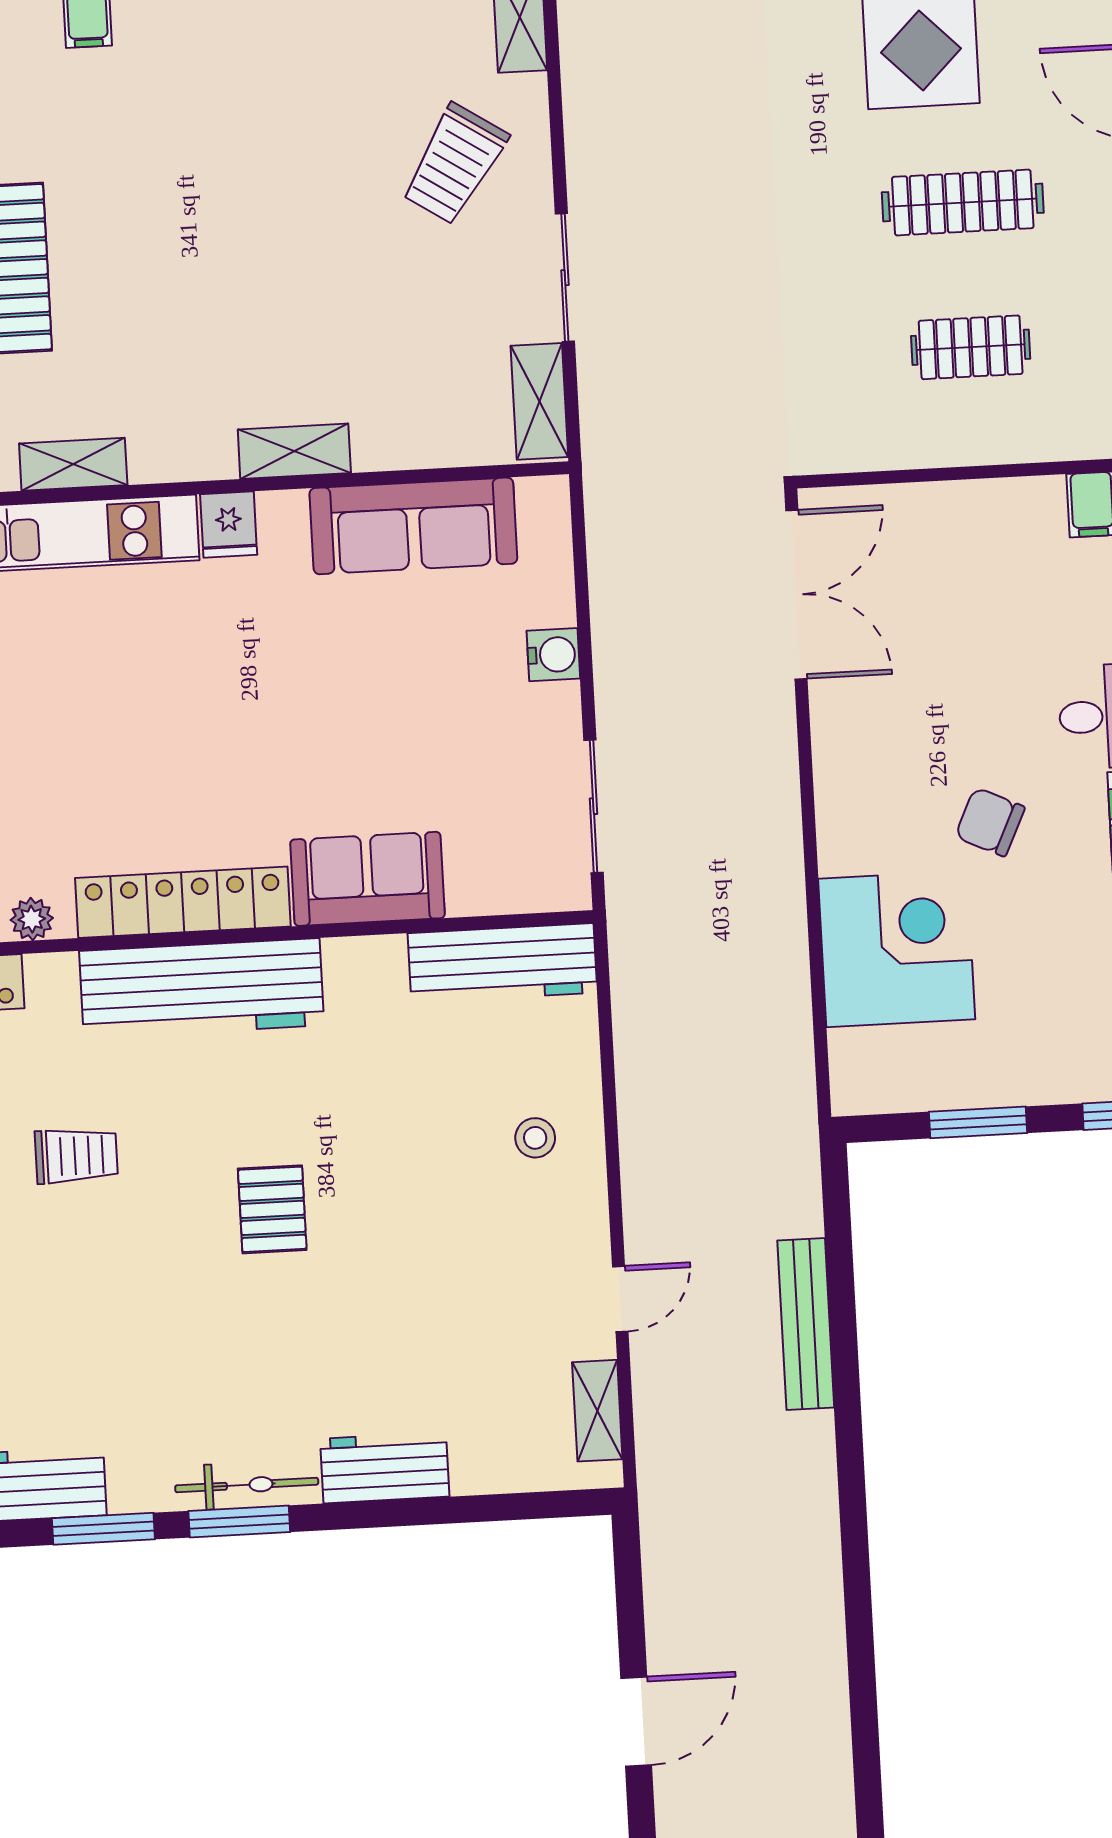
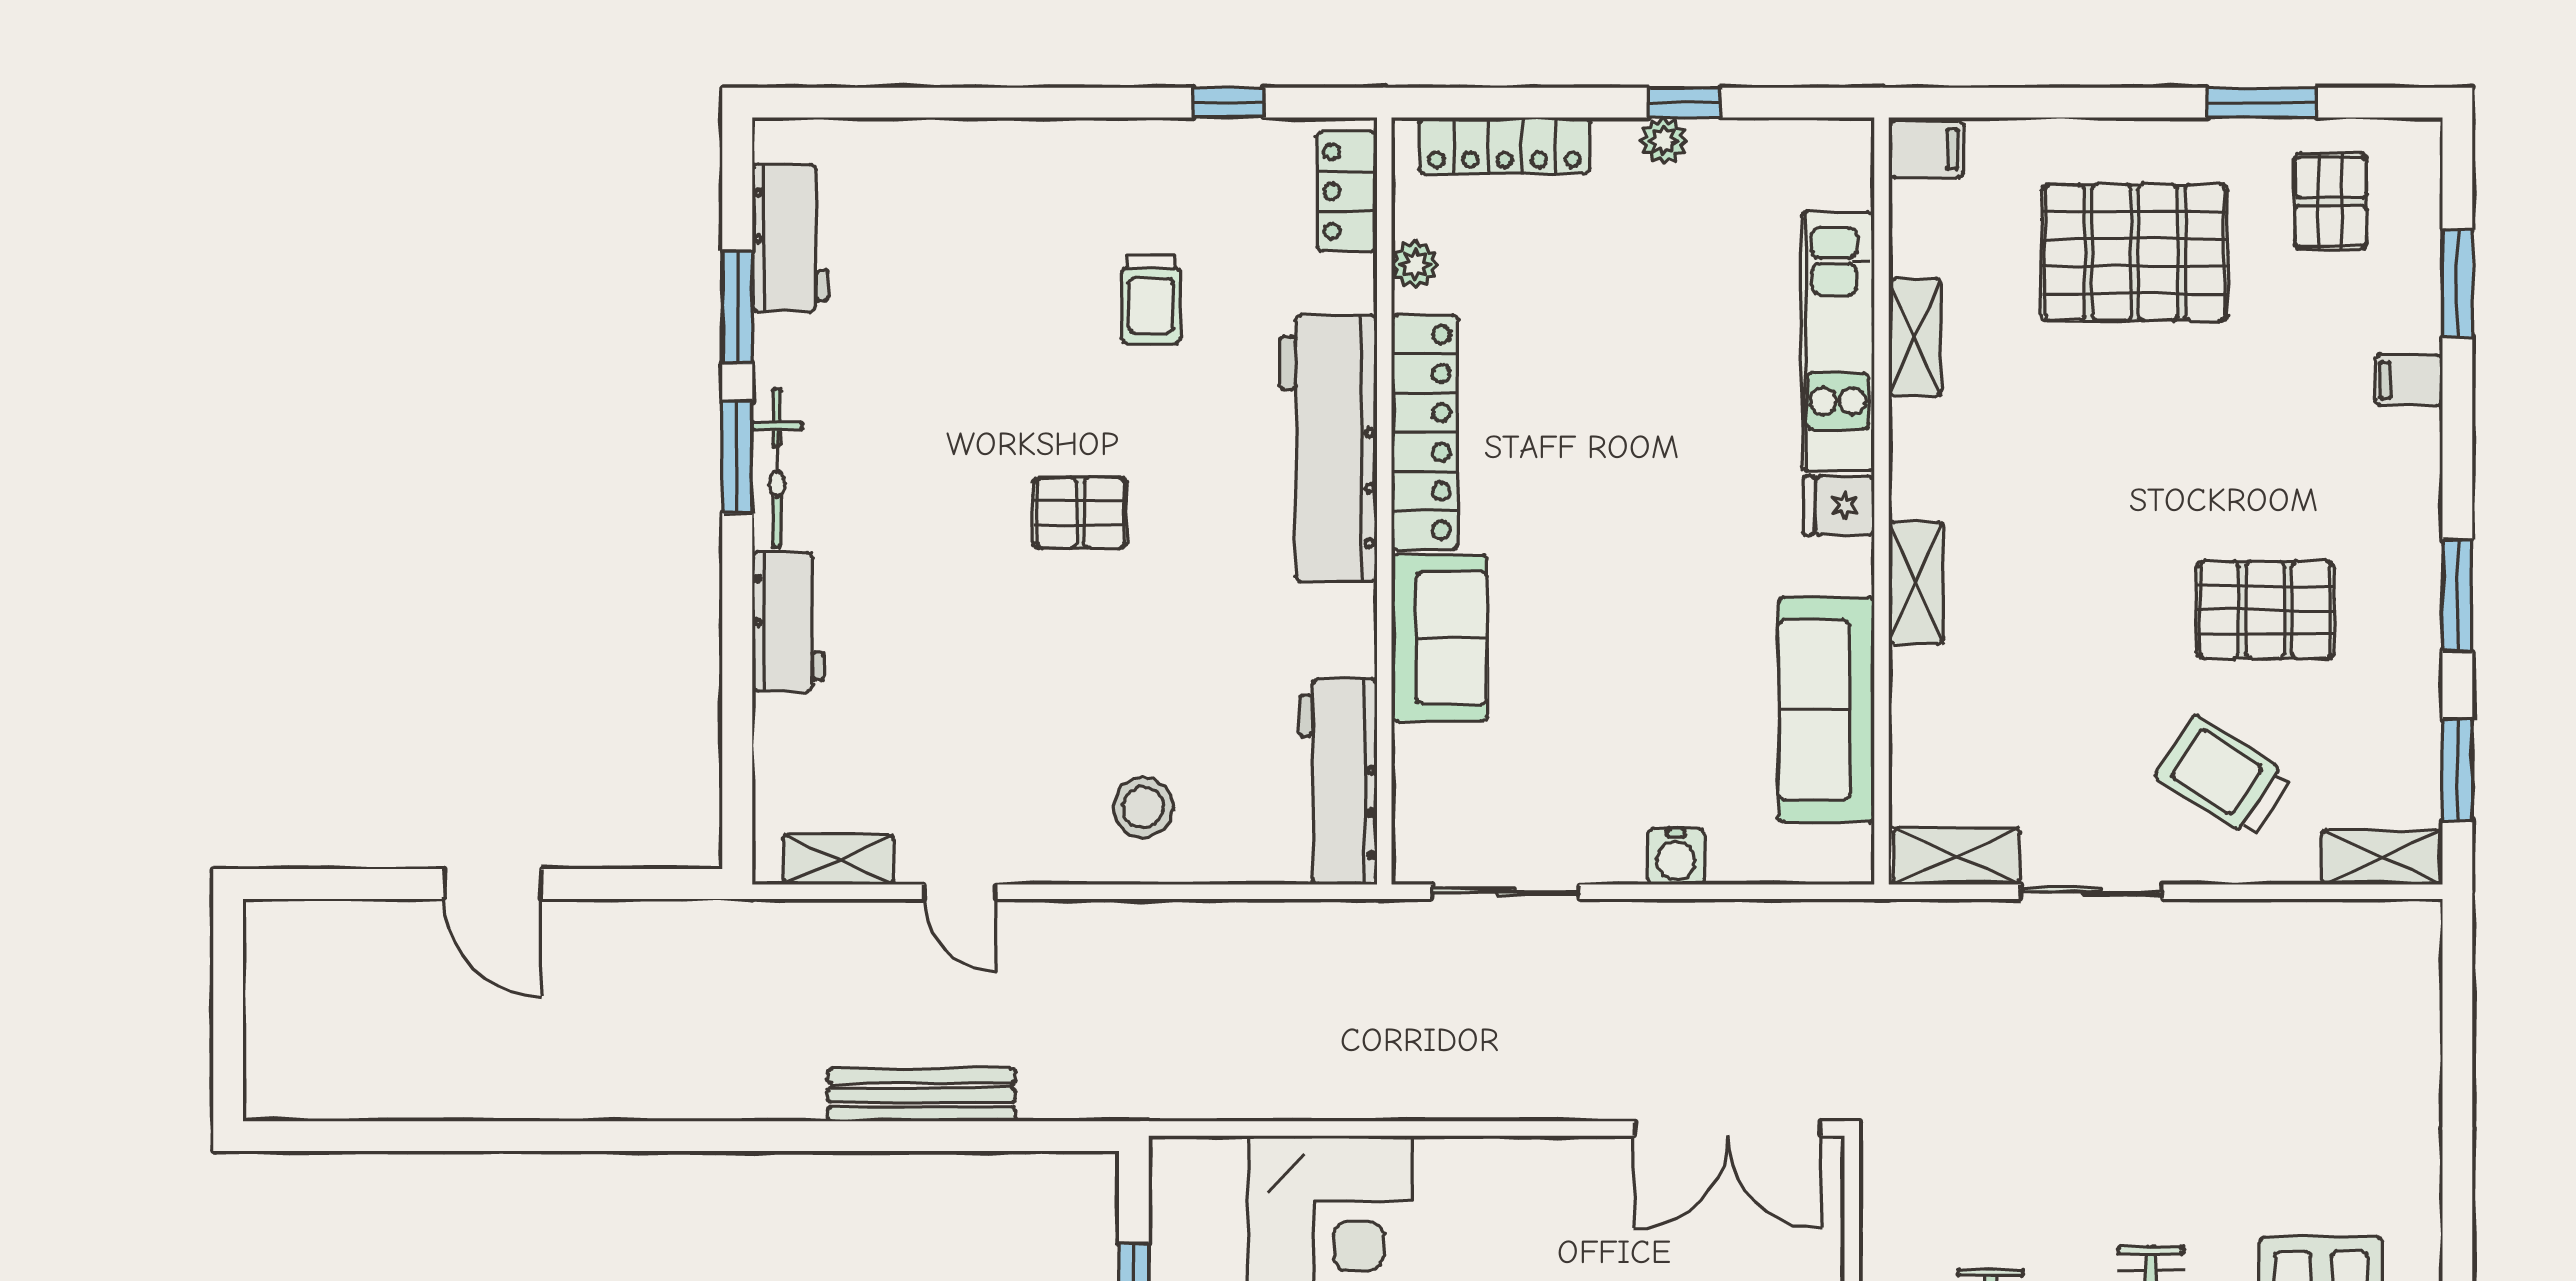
pallet: (302, 135) -> (2265, 610), added
stool: (535, 1138) -> (1143, 807), width x1.37, depth x1.37

